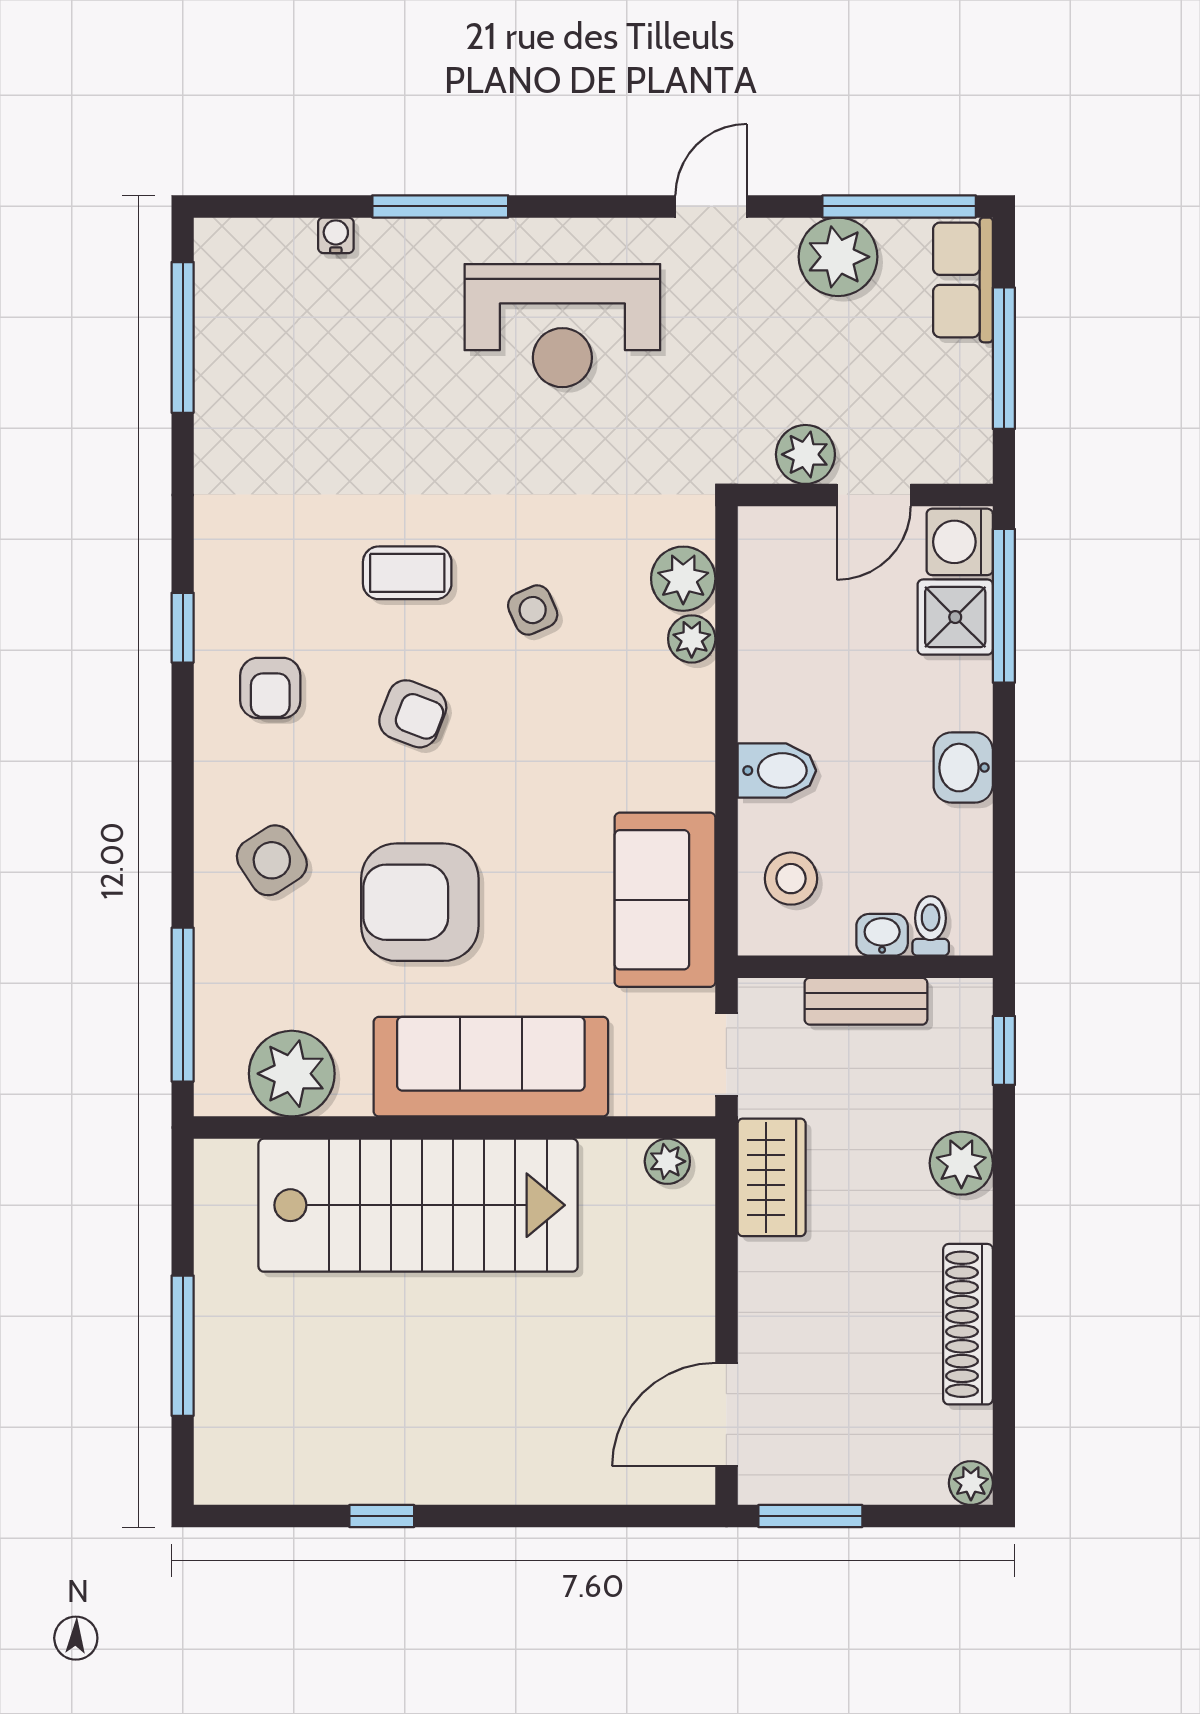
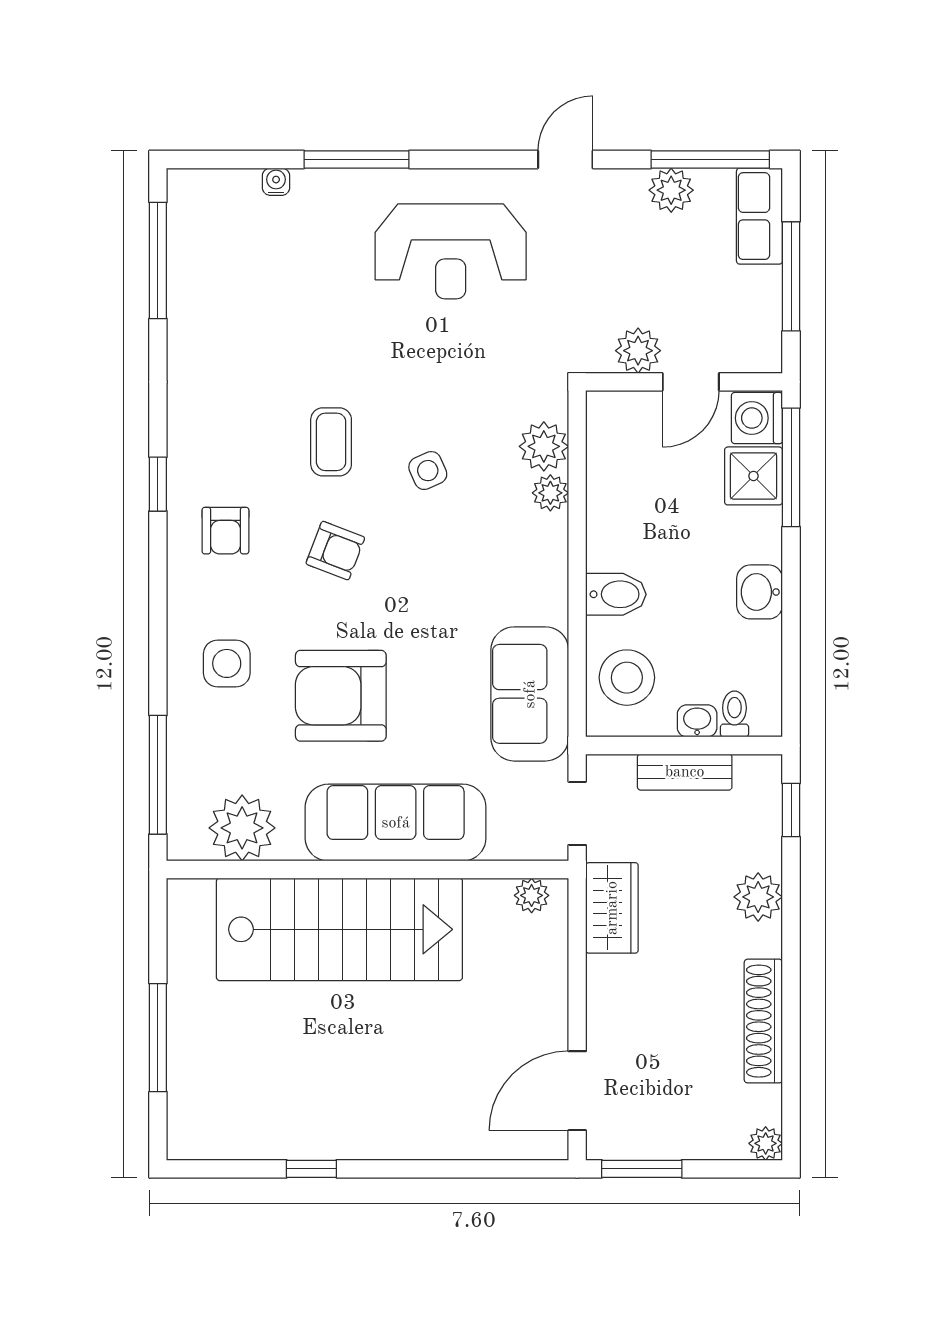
plant: (838, 257) -> (671, 190), width x0.73, depth x0.73
coffee table: (407, 573) -> (331, 442), turned 90
side table: (272, 860) -> (227, 663), turned 33
stool: (791, 879) -> (627, 678), width x1.38, depth x1.38

